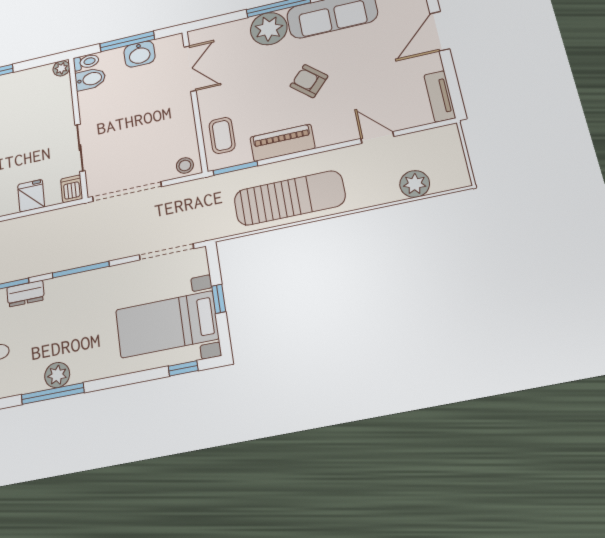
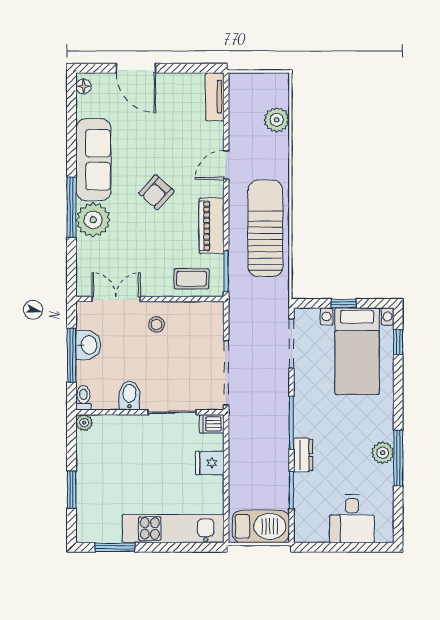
bidet: (90, 79) -> (129, 395), moved
tv unit: (440, 96) -> (215, 97), moved, turned 90
door: (377, 137) -> (226, 165), moved
stool: (185, 165) -> (156, 324), moved
dresser: (25, 294) -> (303, 455), moved

